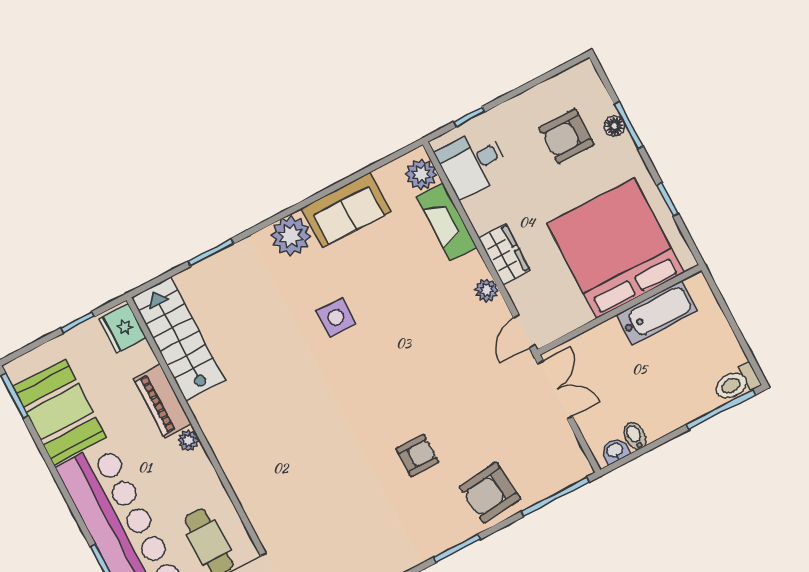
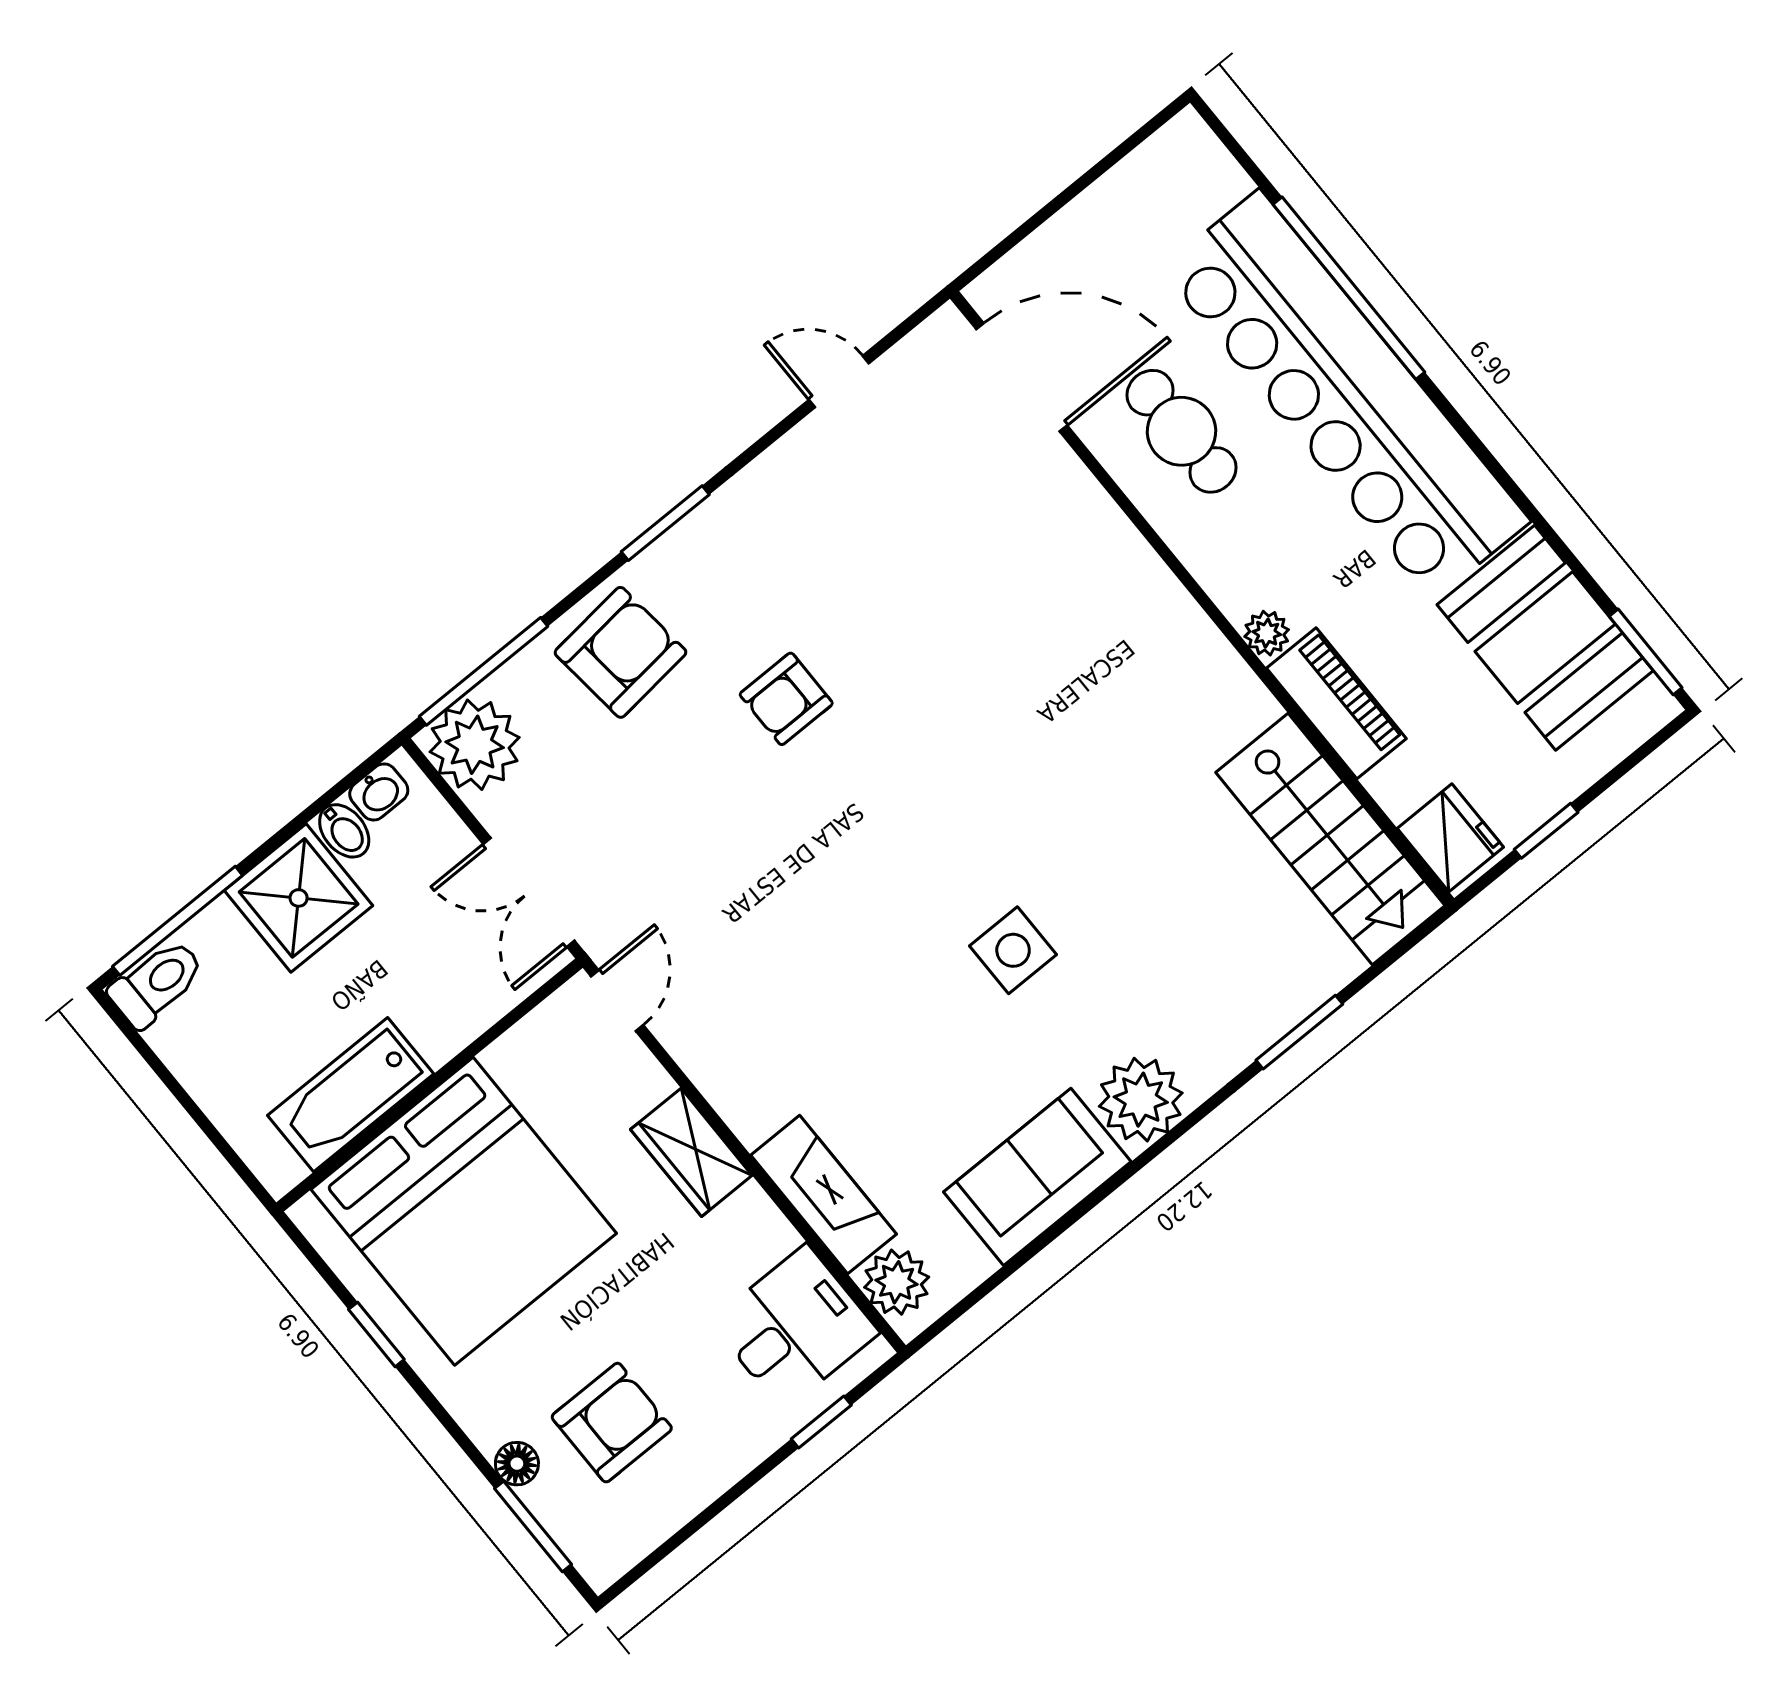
window: (629, 125) -> (533, 1526), moved
plant: (487, 290) -> (475, 745), moved, width x1.88, depth x1.88
shower: (662, 409) -> (299, 898), added

